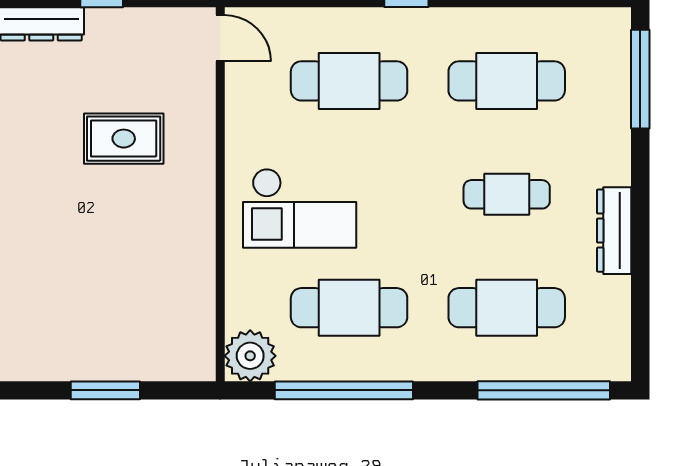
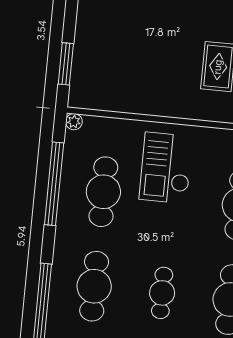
plant: (250, 356) -> (74, 122), width x0.53, depth x0.53
window: (105, 390) -> (66, 64), moved

